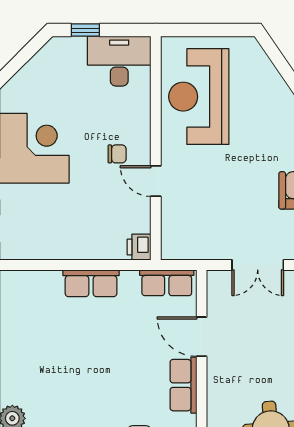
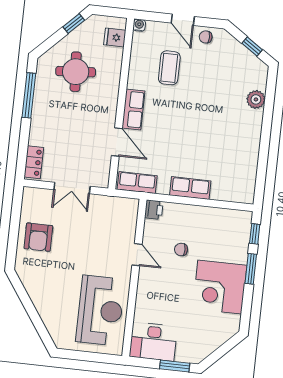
window: (85, 30) -> (175, 366), width x1.50
chair: (117, 154) -> (181, 250), moved
double door: (258, 265) -> (72, 188), swing flipped

